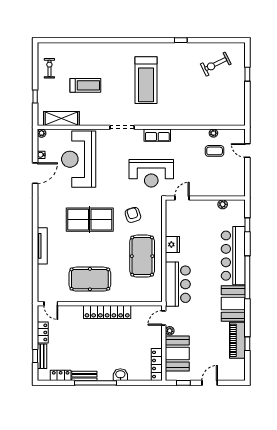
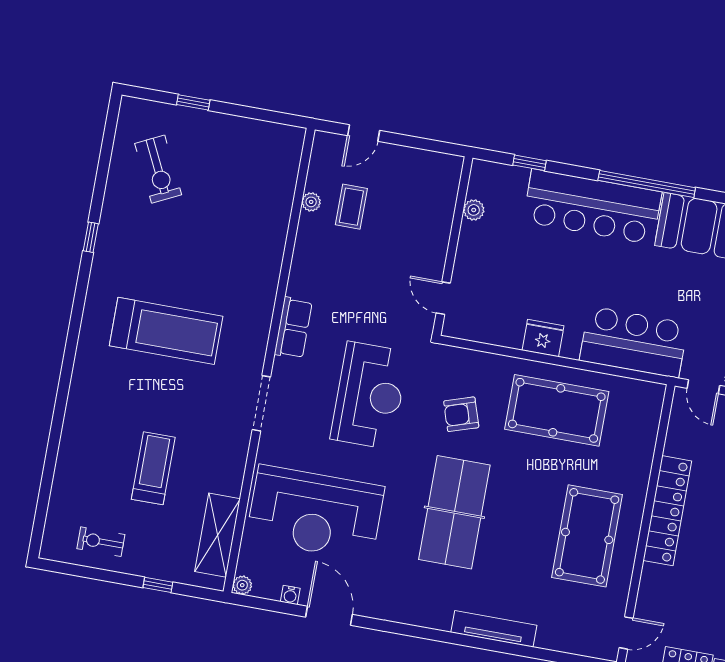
reception desk: (151, 173) -> (369, 395), moved

